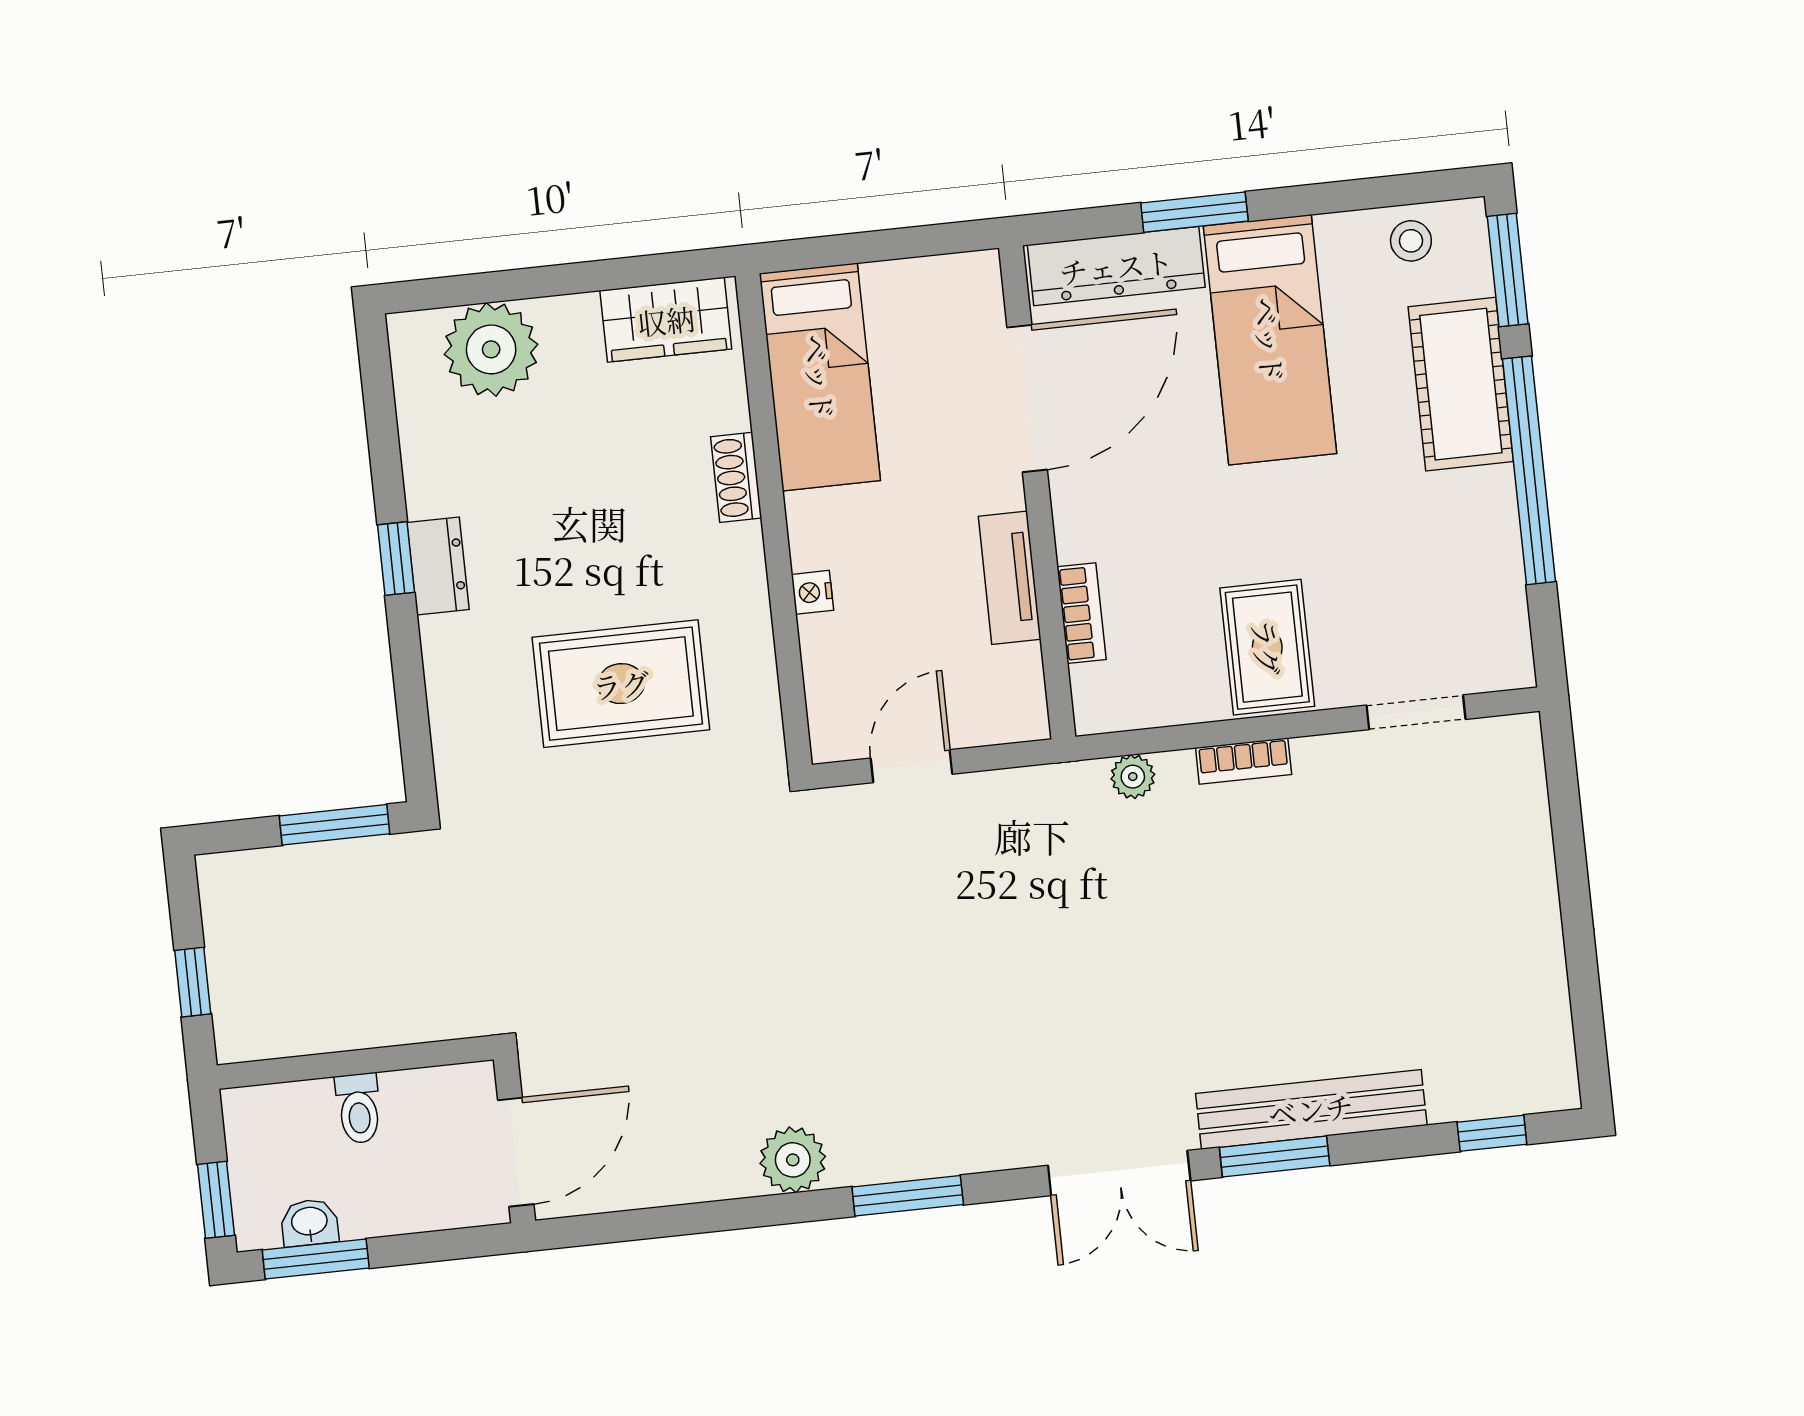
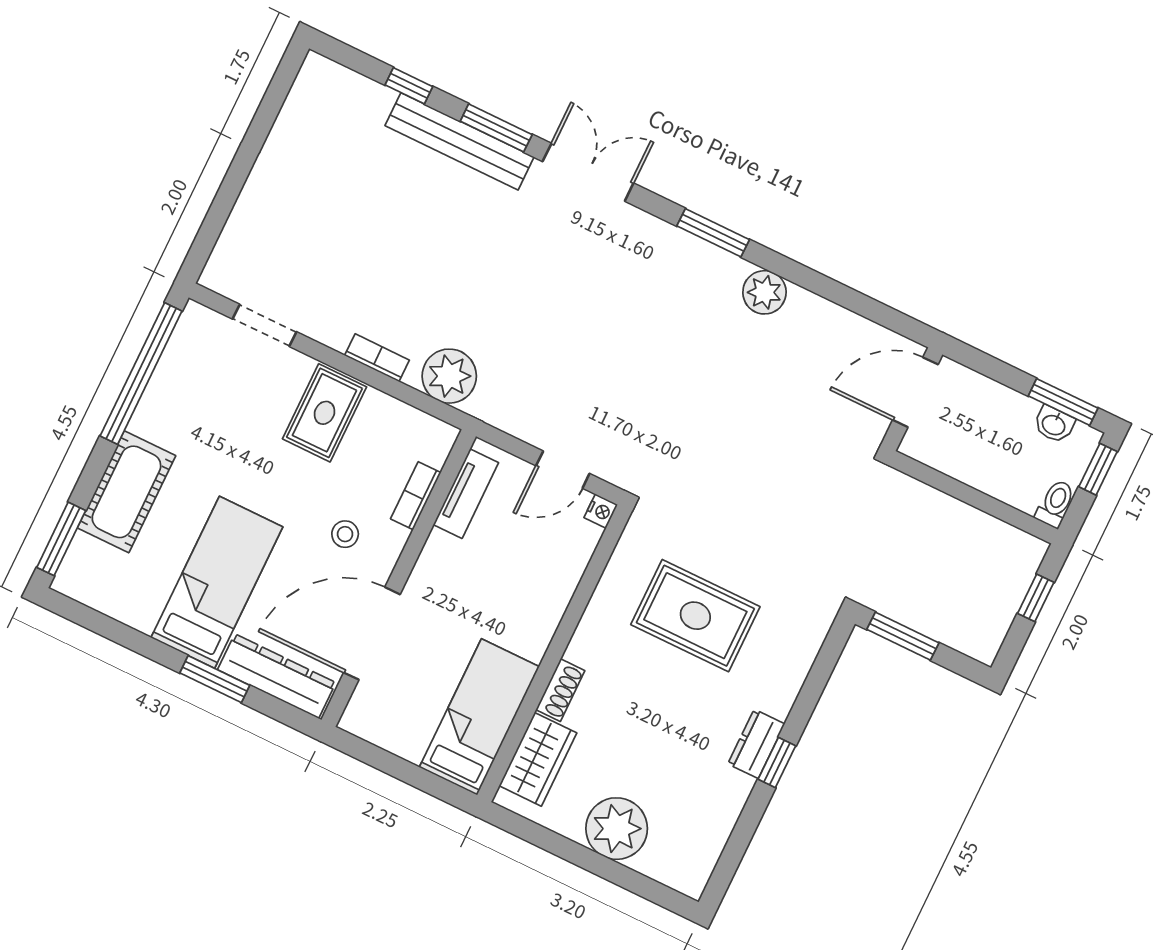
stool: (1411, 241) -> (345, 534), moved
wardrobe: (666, 320) -> (538, 759), moved, turned 90
plant: (491, 349) -> (617, 829), moved
window: (1529, 470) -> (141, 374), moved
tv unit: (1010, 578) -> (466, 494), moved
nightstand: (812, 592) -> (601, 511), moved
plant: (1133, 777) -> (449, 376), width x1.88, depth x1.88
toilet: (359, 1108) -> (1055, 504), moved
window: (1492, 1133) -> (409, 86), moved

